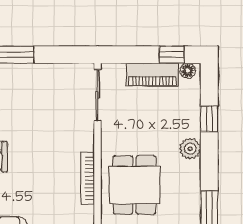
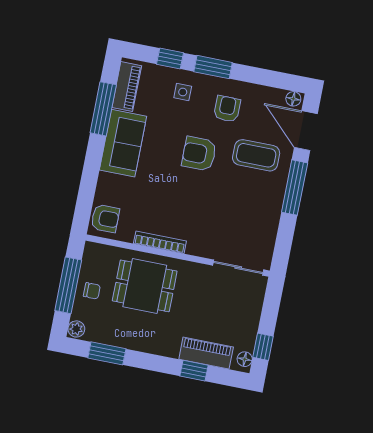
piano: (153, 75) -> (206, 353), moved, turned 90
plant: (190, 149) -> (169, 347), removed

